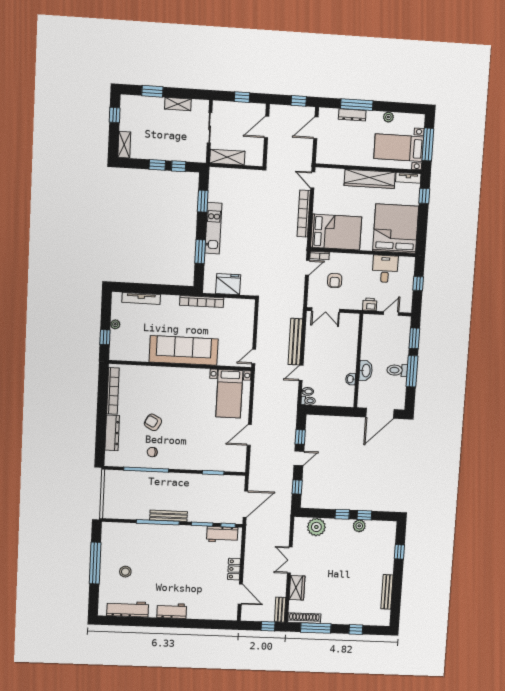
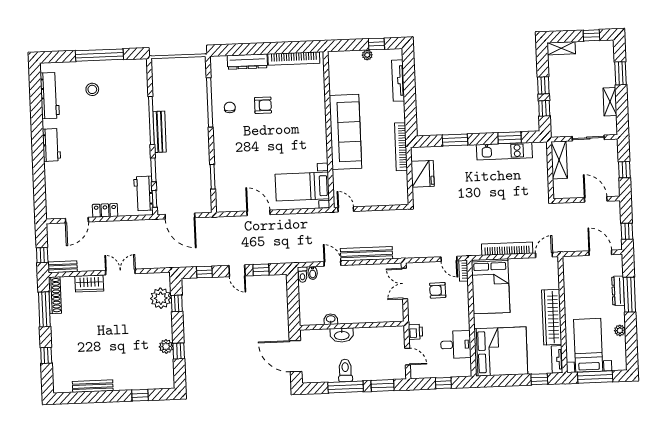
kitchen unit: (213, 228) -> (504, 151), moved
window: (105, 337) -> (376, 44), moved
armchair: (153, 422) -> (263, 105), turned 62
window: (342, 514) -> (177, 303), moved

